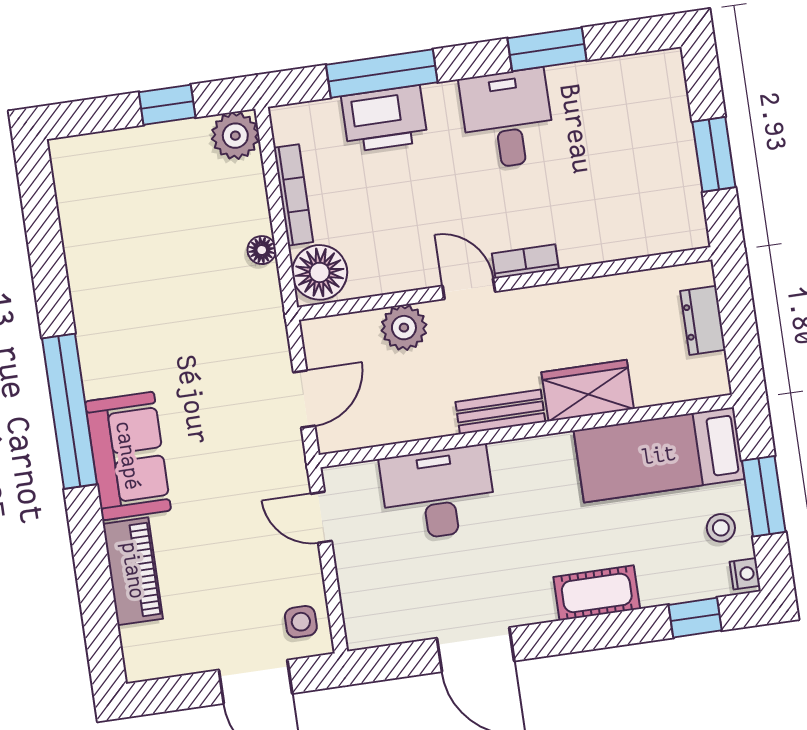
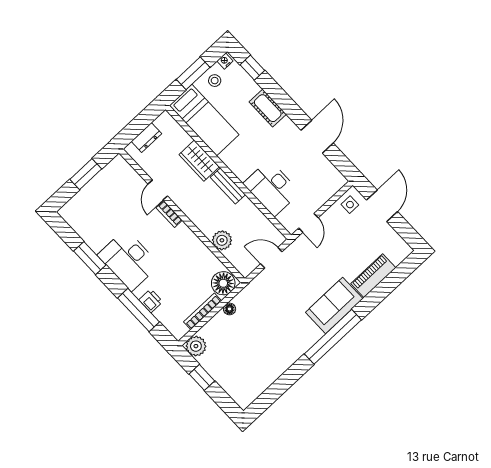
printer: (384, 119) -> (151, 301), width x0.53, depth x0.68
desk: (507, 119) -> (128, 260), width x1.37
door: (469, 289) -> (158, 190), moved

